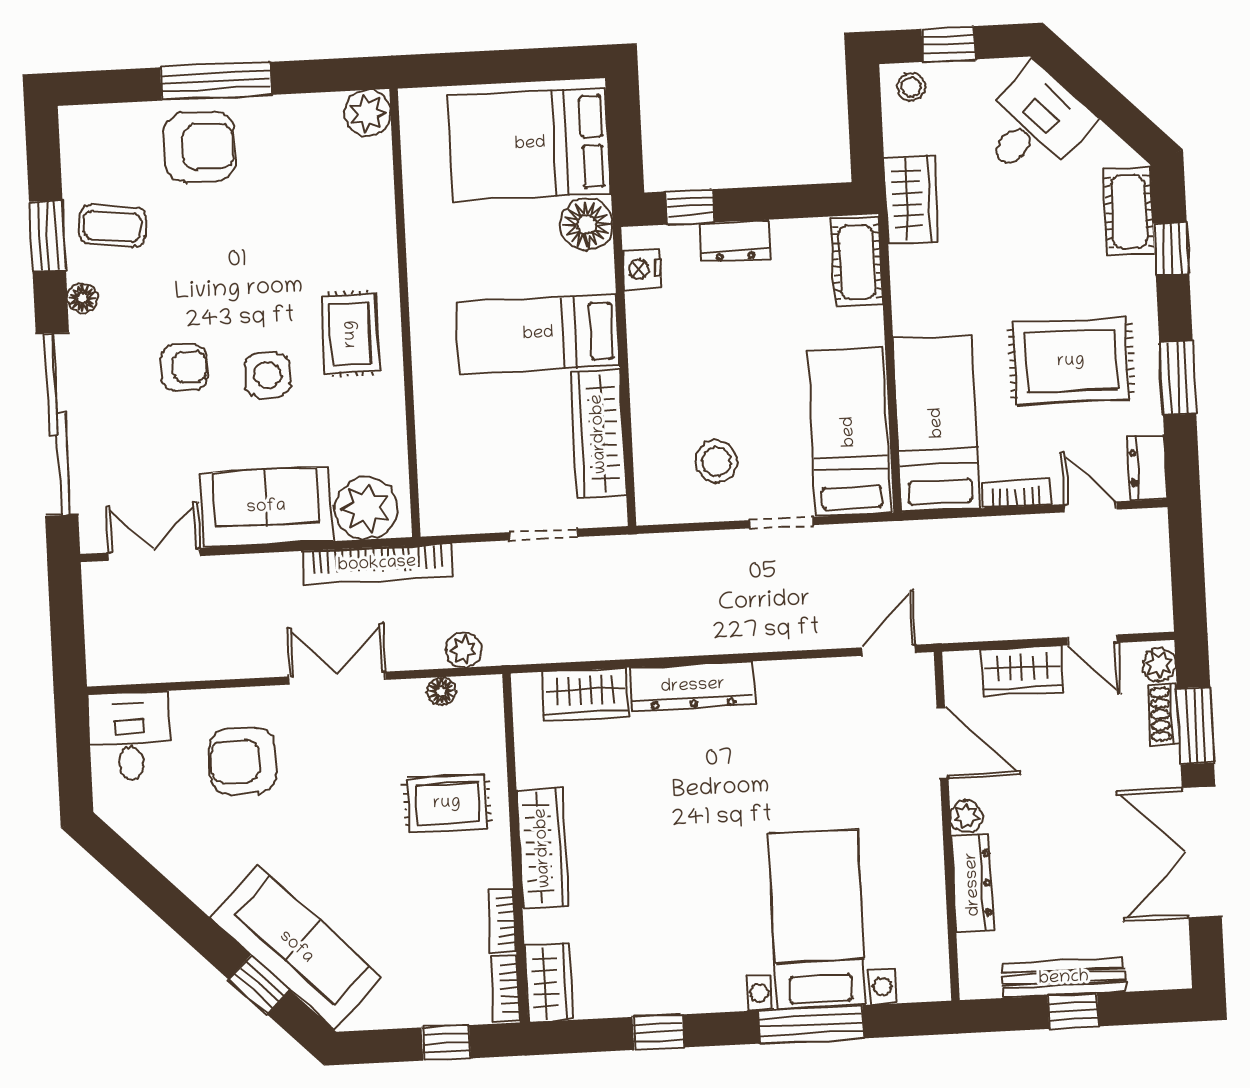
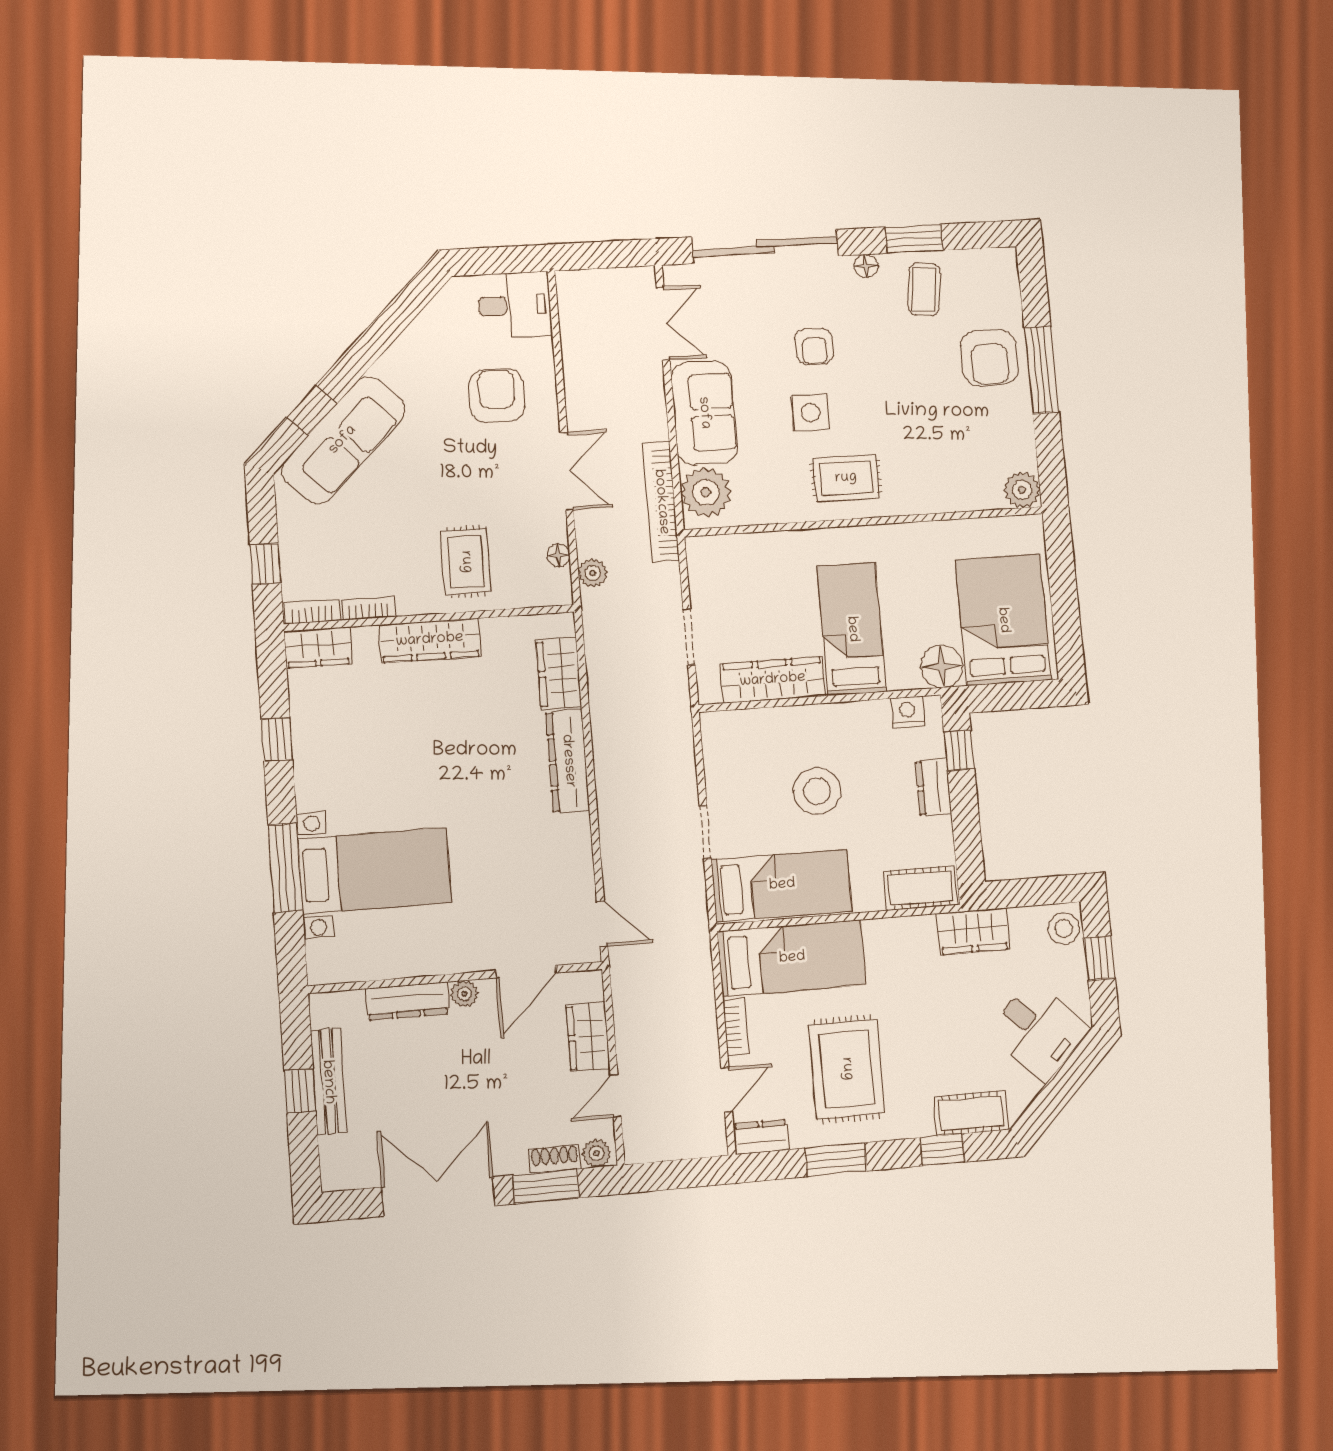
stool: (911, 87) -> (1064, 928), width x1.37, depth x1.37
stool: (717, 462) -> (817, 791), moved, width x1.38, depth x1.38

